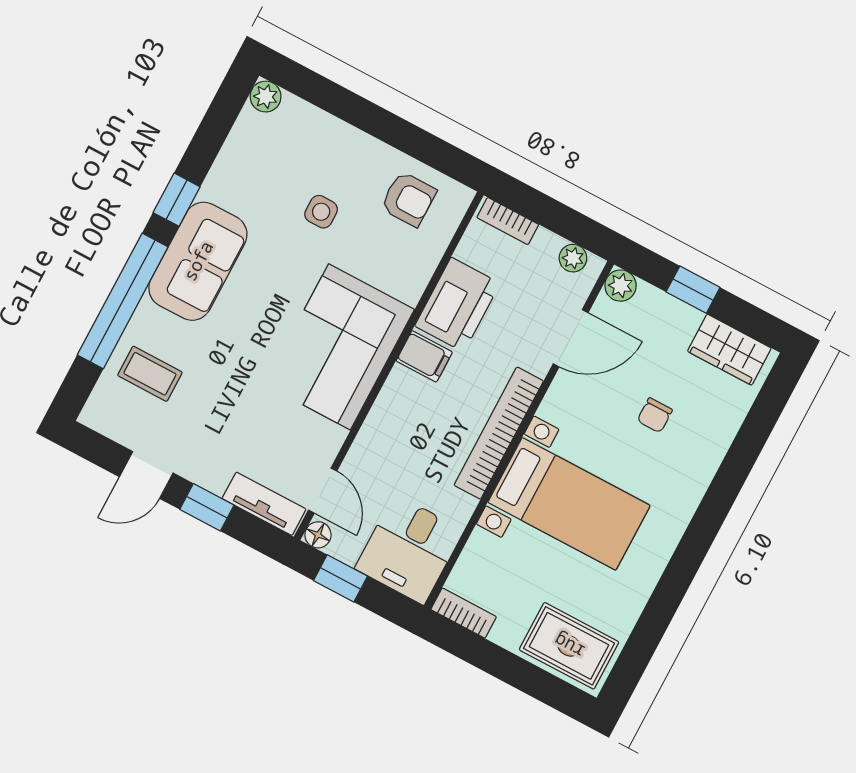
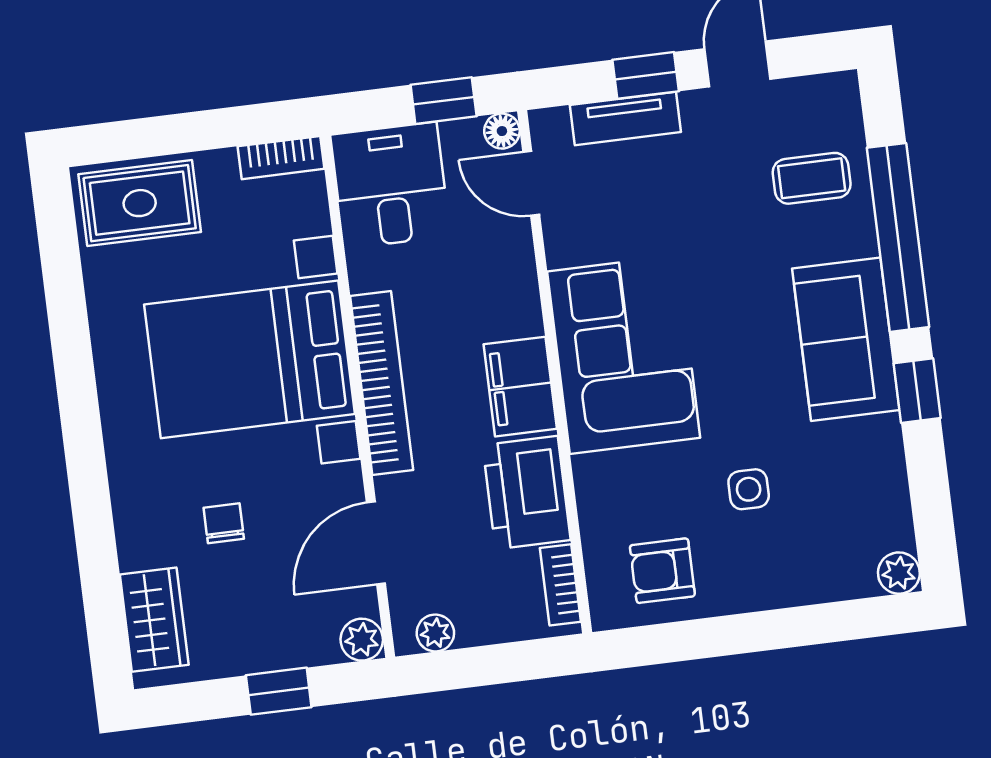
bookcase: (508, 221) -> (560, 585), moved, turned -90
wardrobe: (729, 350) -> (154, 620), moved, turned 90
filing cabinet: (424, 356) -> (520, 387), width x2.00
tv unit: (264, 504) -> (625, 119), moved
bed with nightstands: (569, 504) -> (250, 359), width x1.36

